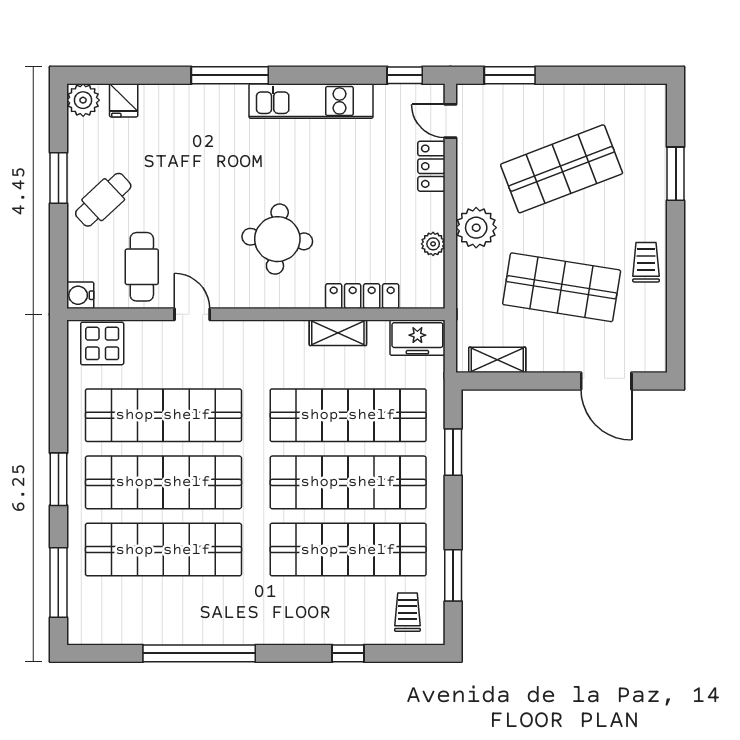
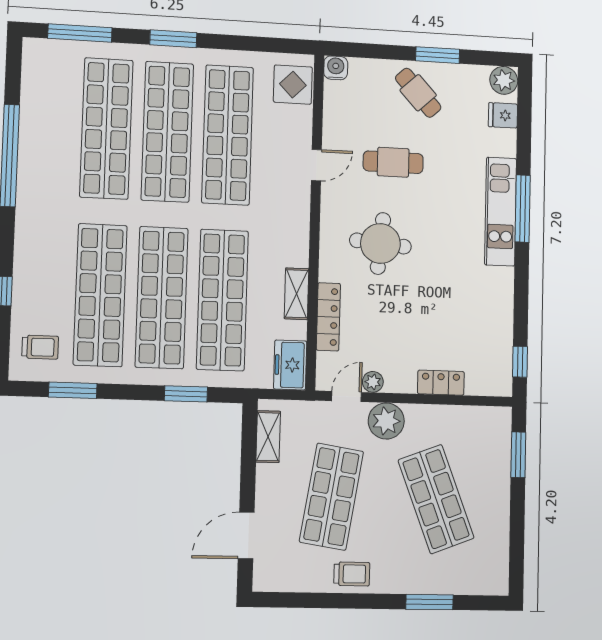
kitchen unit: (311, 101) -> (501, 212), moved
door: (450, 121) -> (347, 397), moved
cafe table: (142, 267) -> (393, 162), moved

